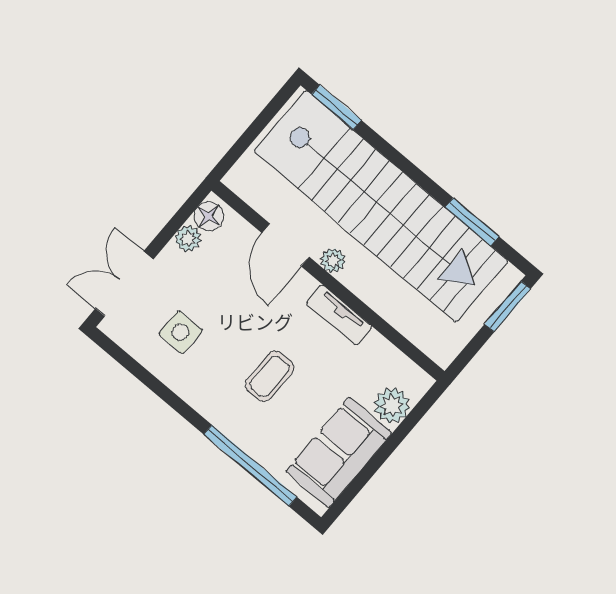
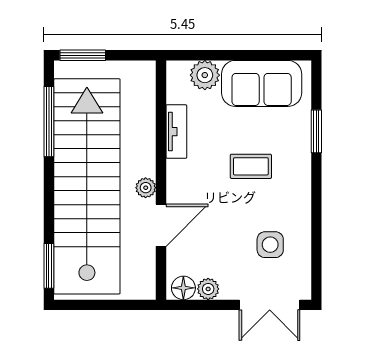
window: (472, 222) -> (49, 122), width x1.44
tv unit: (339, 315) -> (176, 132), moved
window: (250, 466) -> (316, 131), width x0.47

